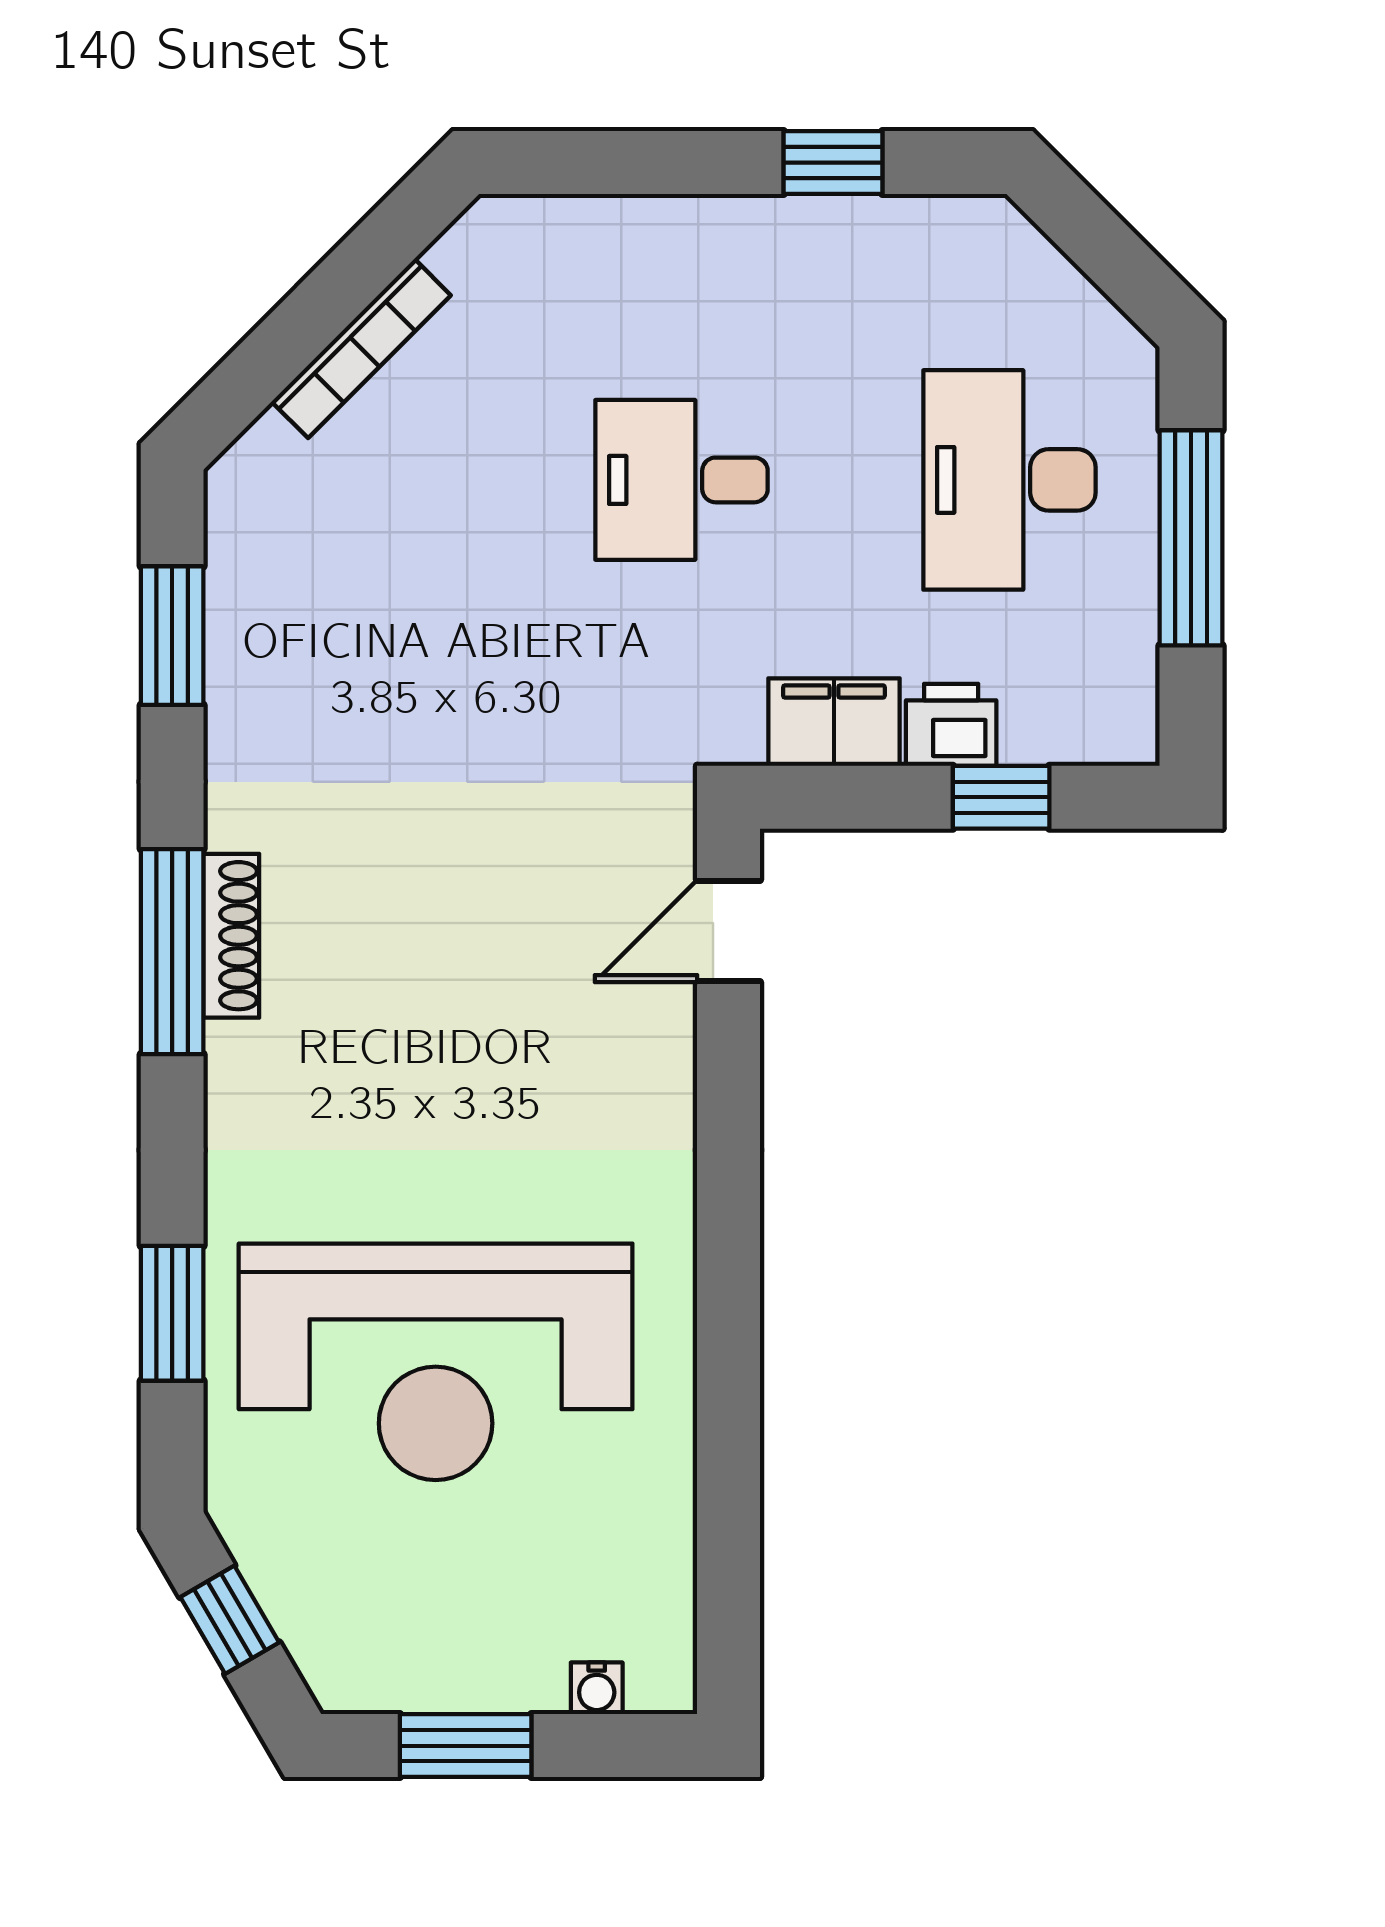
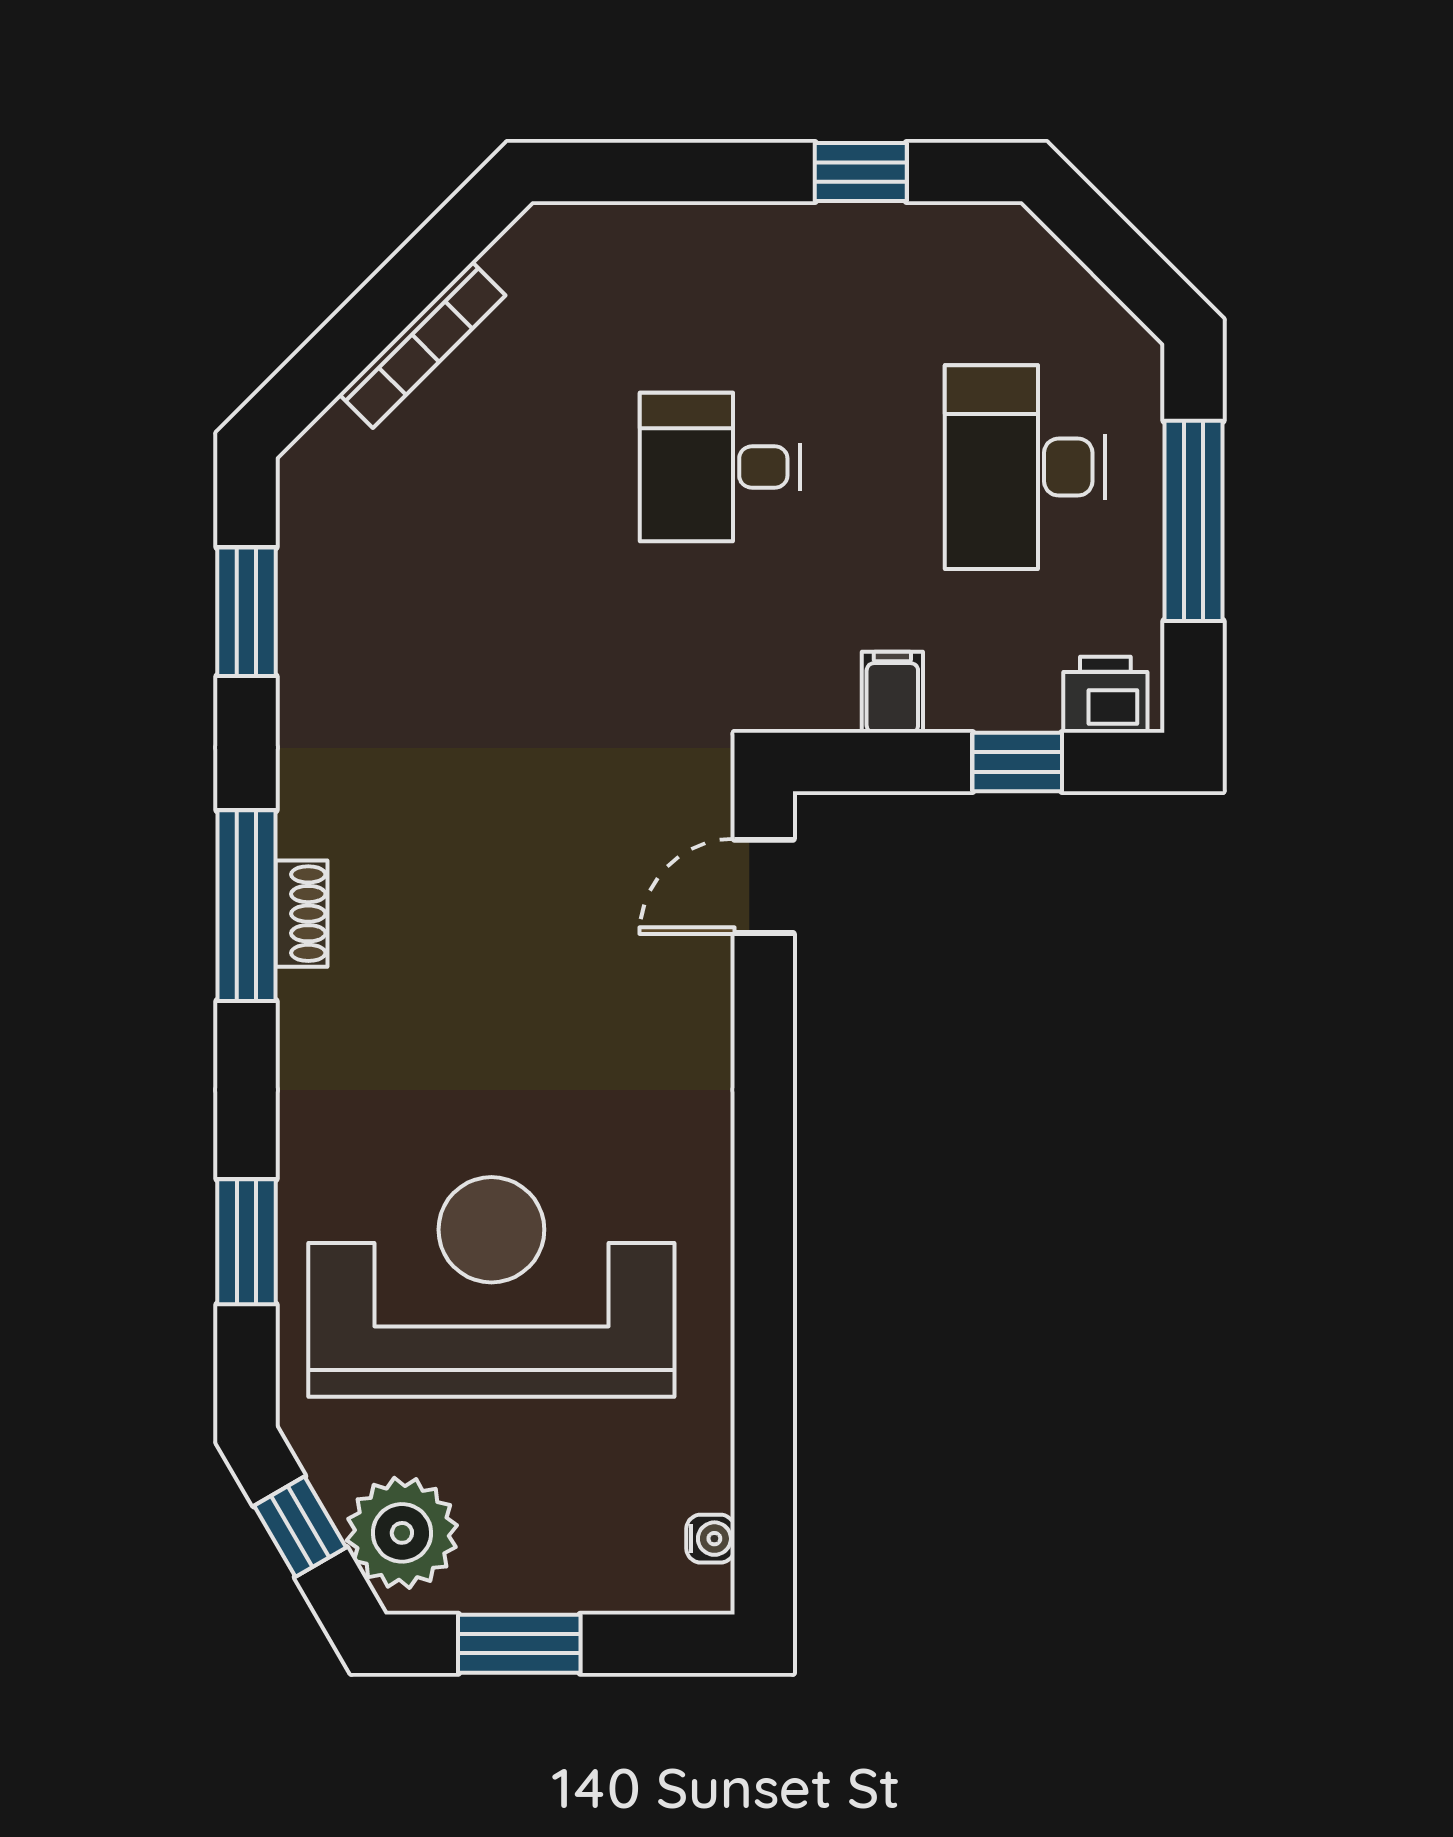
filing cabinet: (834, 722) -> (892, 692), width x0.50
printer: (951, 725) -> (1105, 695), moved
shoe rack: (231, 936) -> (302, 914), width x0.70
reception desk: (436, 1362) -> (491, 1287), turned 180
plant: (339, 1626) -> (402, 1533), added
water cooler: (597, 1688) -> (711, 1539), moved, turned -90

